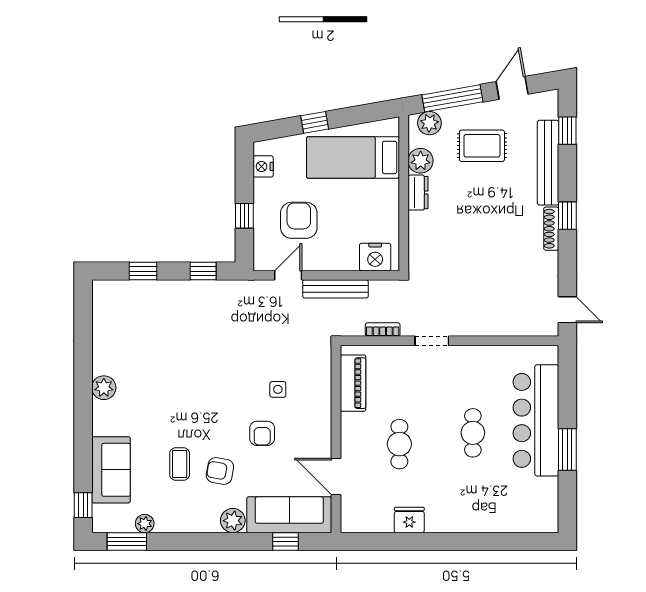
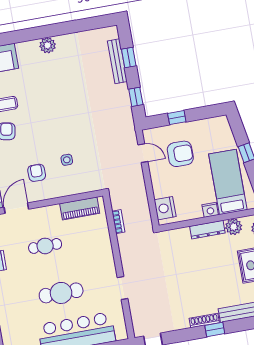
nightstand: (263, 166) -> (210, 210), moved, turned 180
dresser: (418, 193) -> (207, 230), width x1.44
bench: (335, 289) -> (117, 61), moved
doorway: (432, 341) -> (123, 288), moved
armchair: (262, 433) -> (37, 173), moved, turned 90
cafe table: (473, 433) -> (61, 293), width x1.37, depth x1.35

